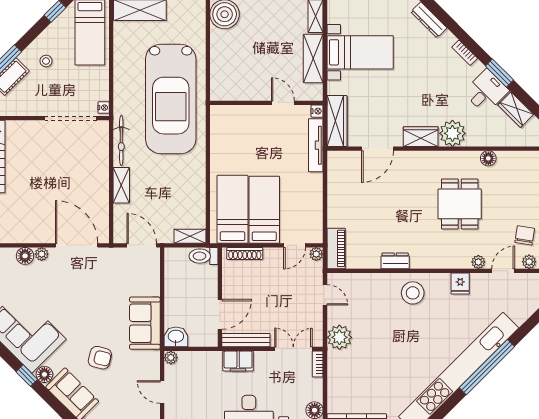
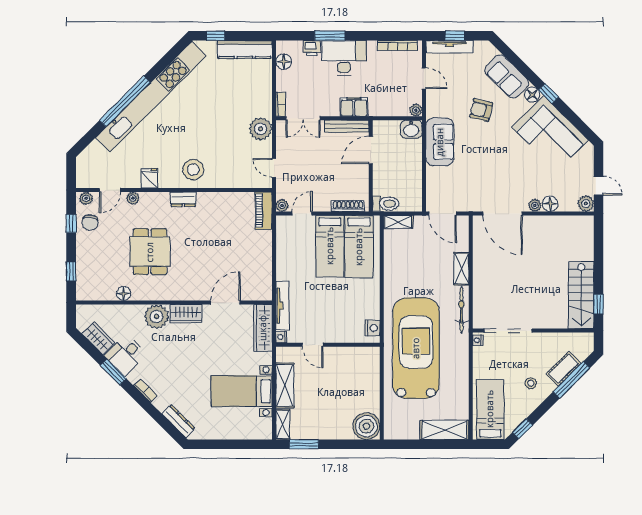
nightstand: (218, 121) -> (372, 328), added
dresser: (395, 261) -> (183, 199), moved

